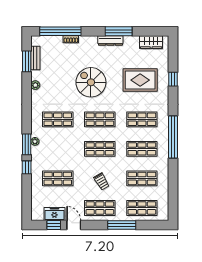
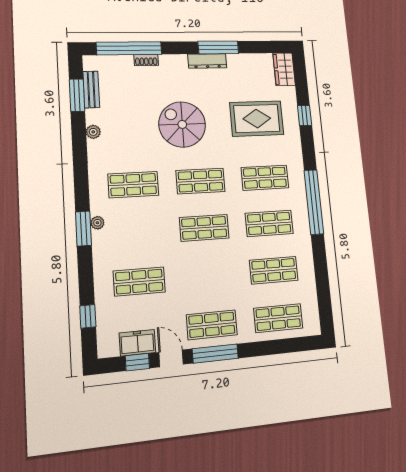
wardrobe: (151, 42) -> (284, 69), moved, turned 90
window: (27, 167) -> (88, 316), moved
trolley: (102, 181) -> (211, 281), removed
window: (122, 225) -> (215, 353), moved

